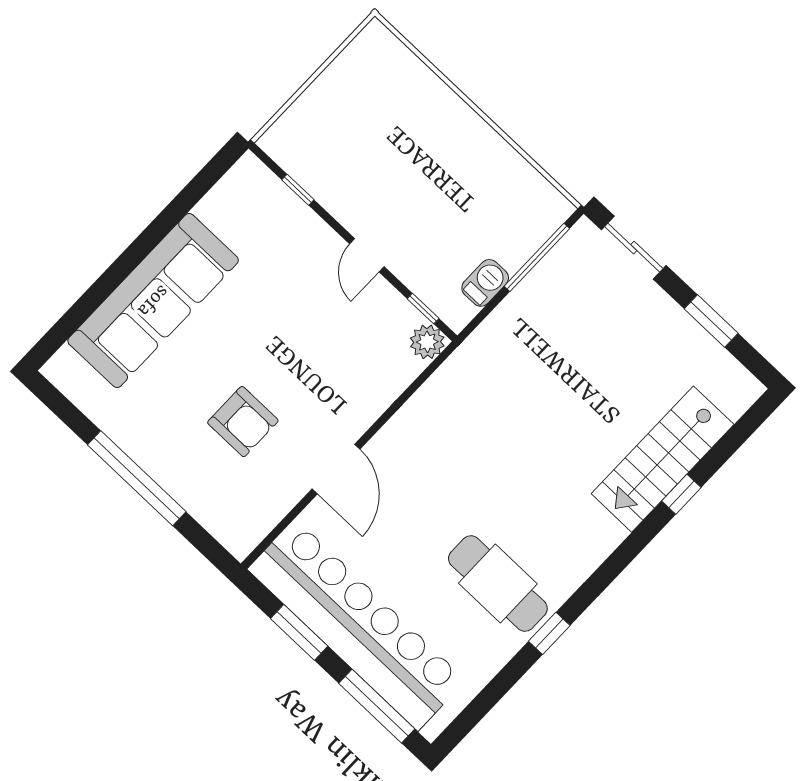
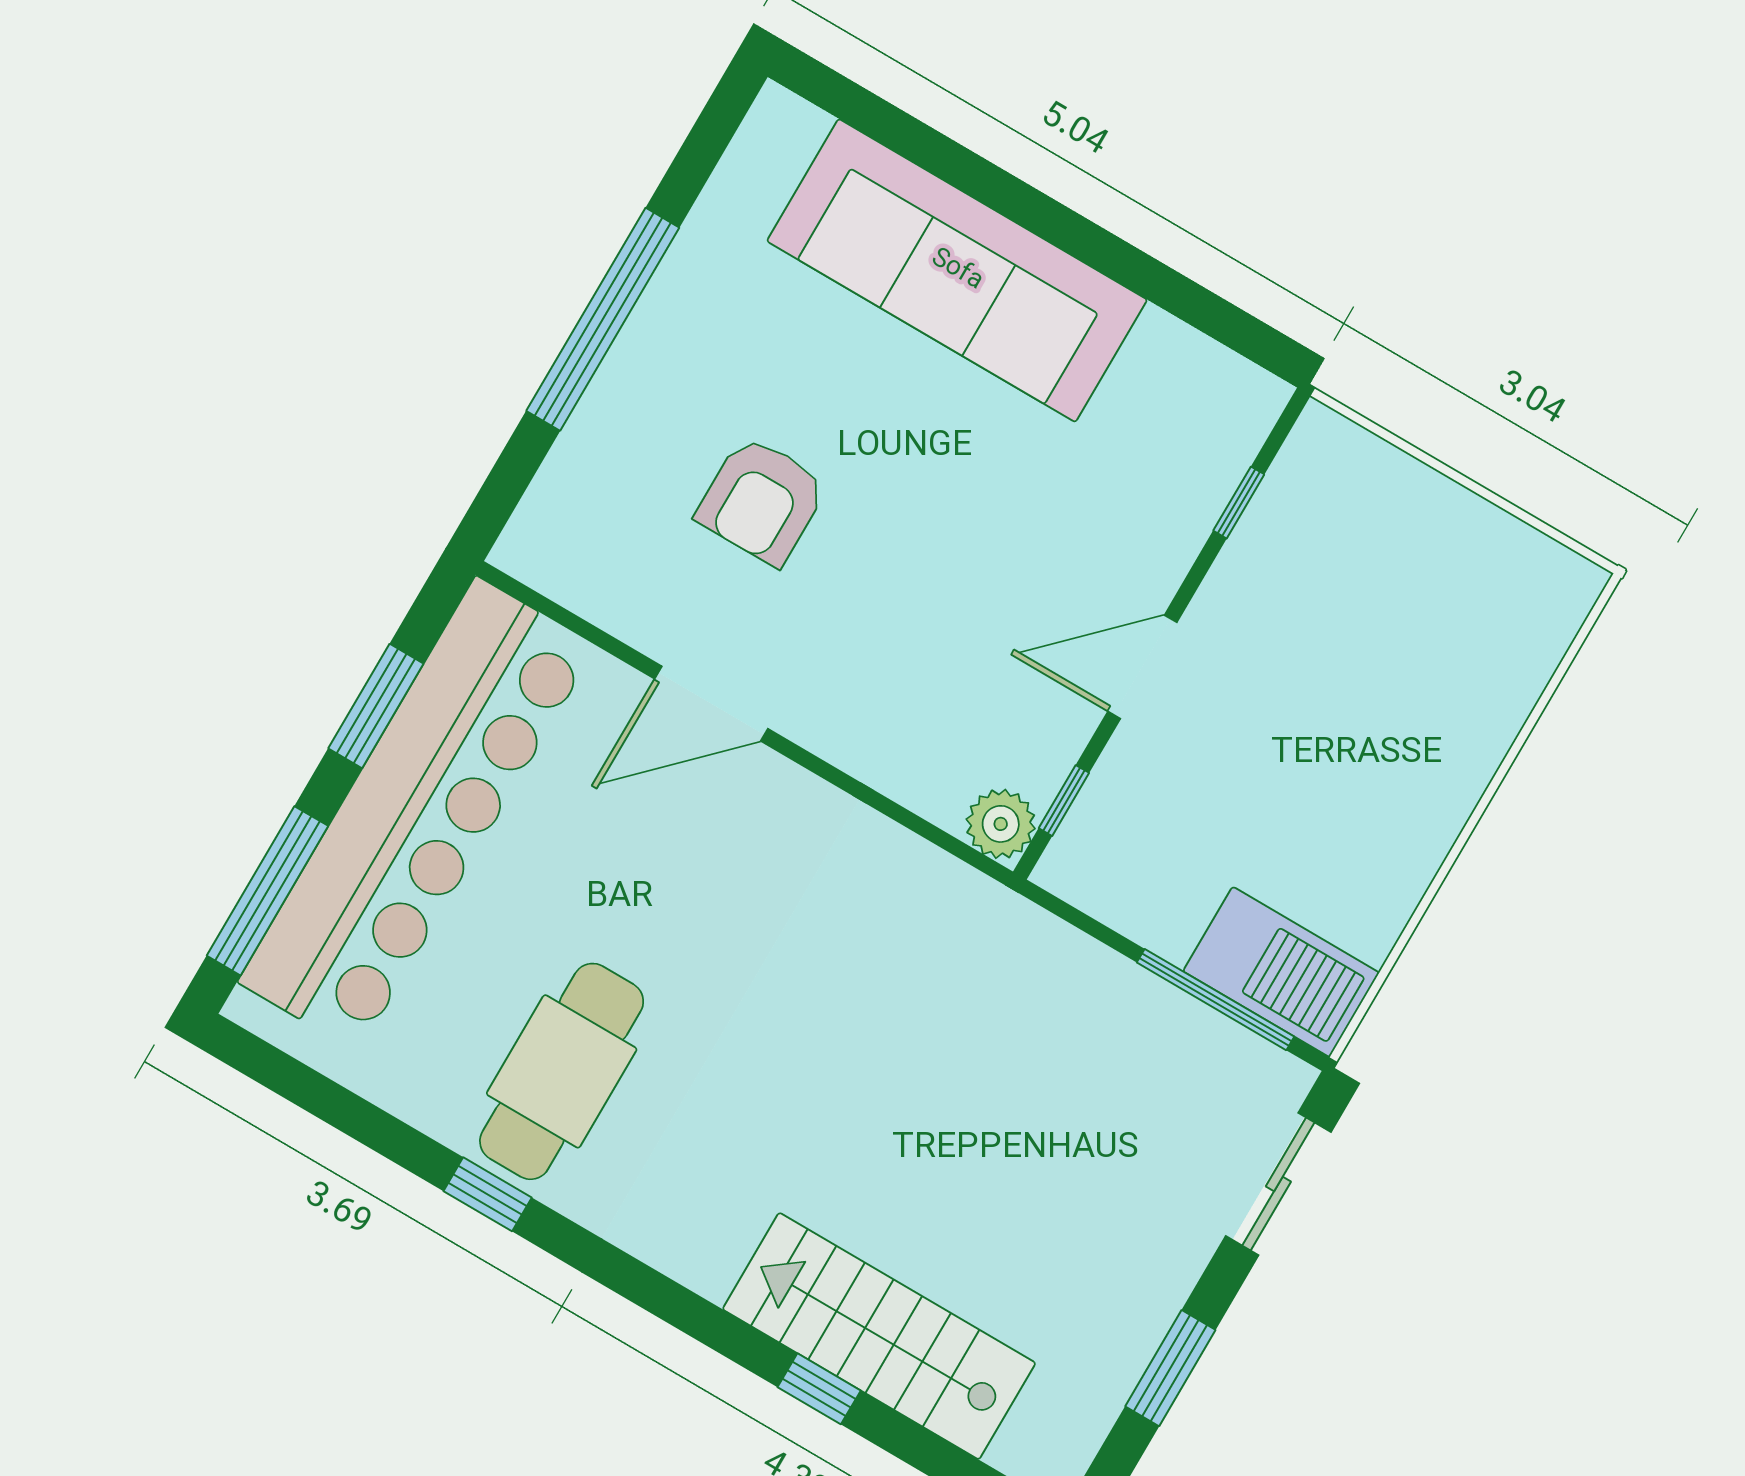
door: (367, 255) -> (1142, 667), width x1.38
barbecue: (485, 283) -> (1281, 972), moved, width x1.88, depth x1.53

